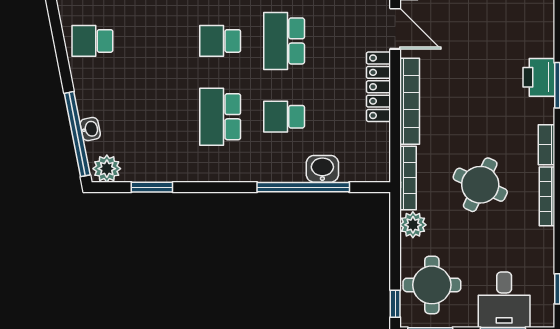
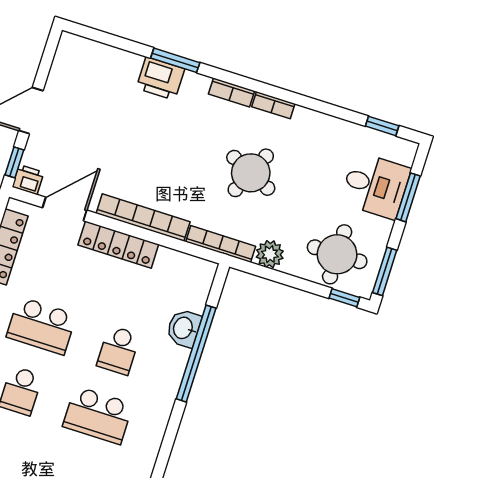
bookcase: (547, 196) -> (273, 105), width x0.64

